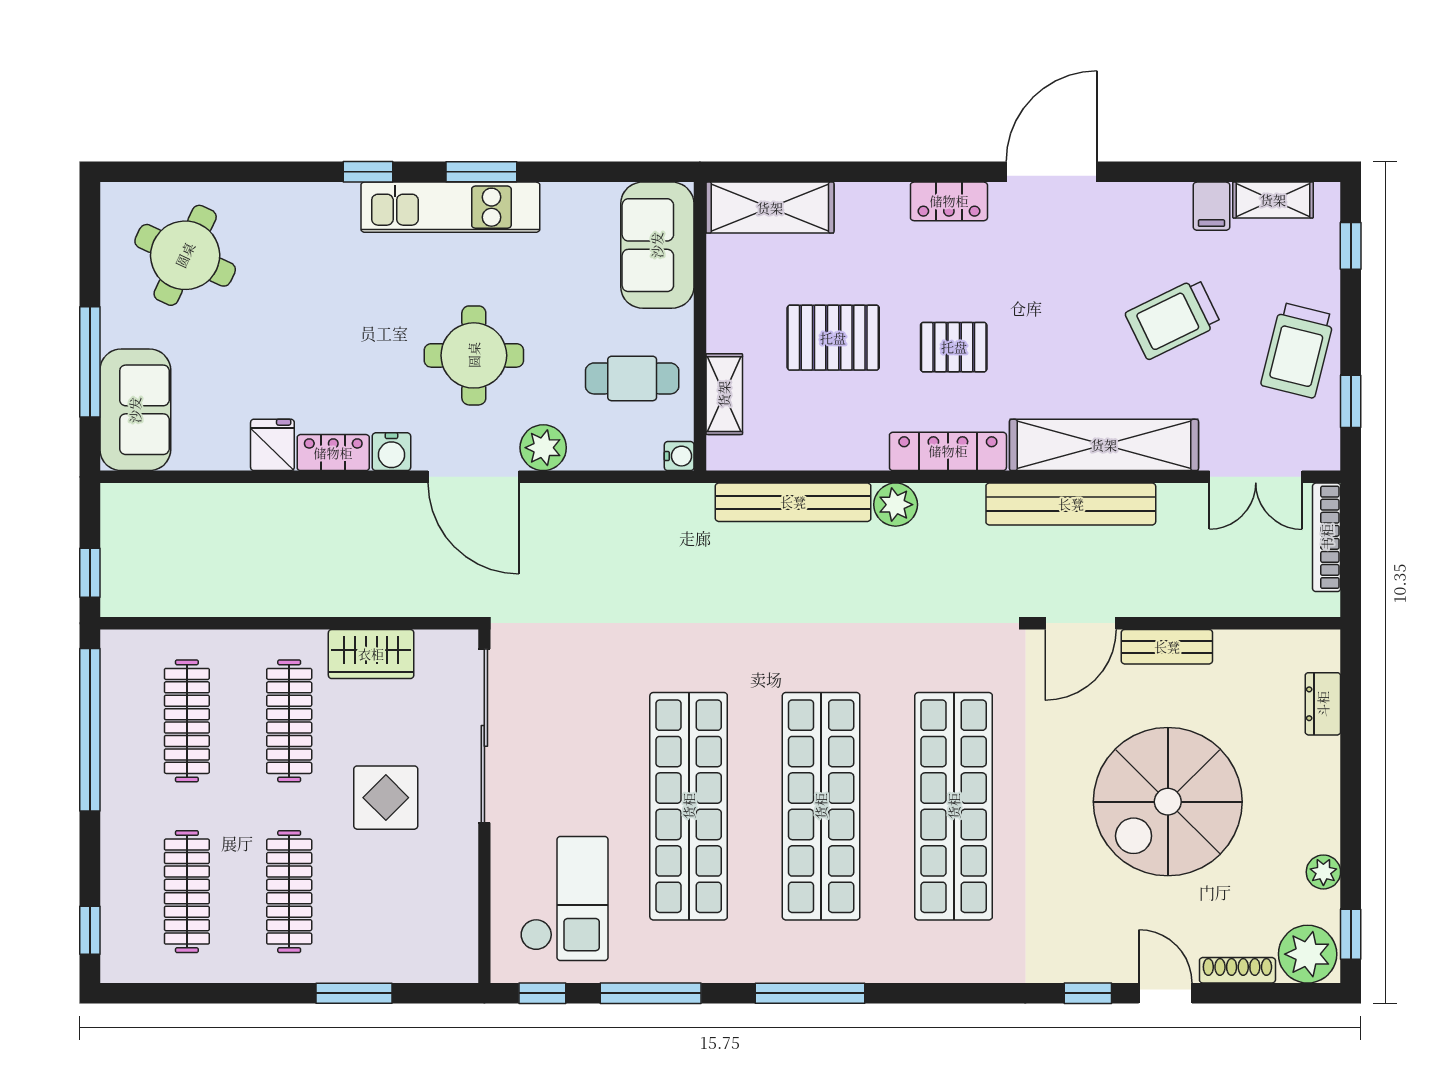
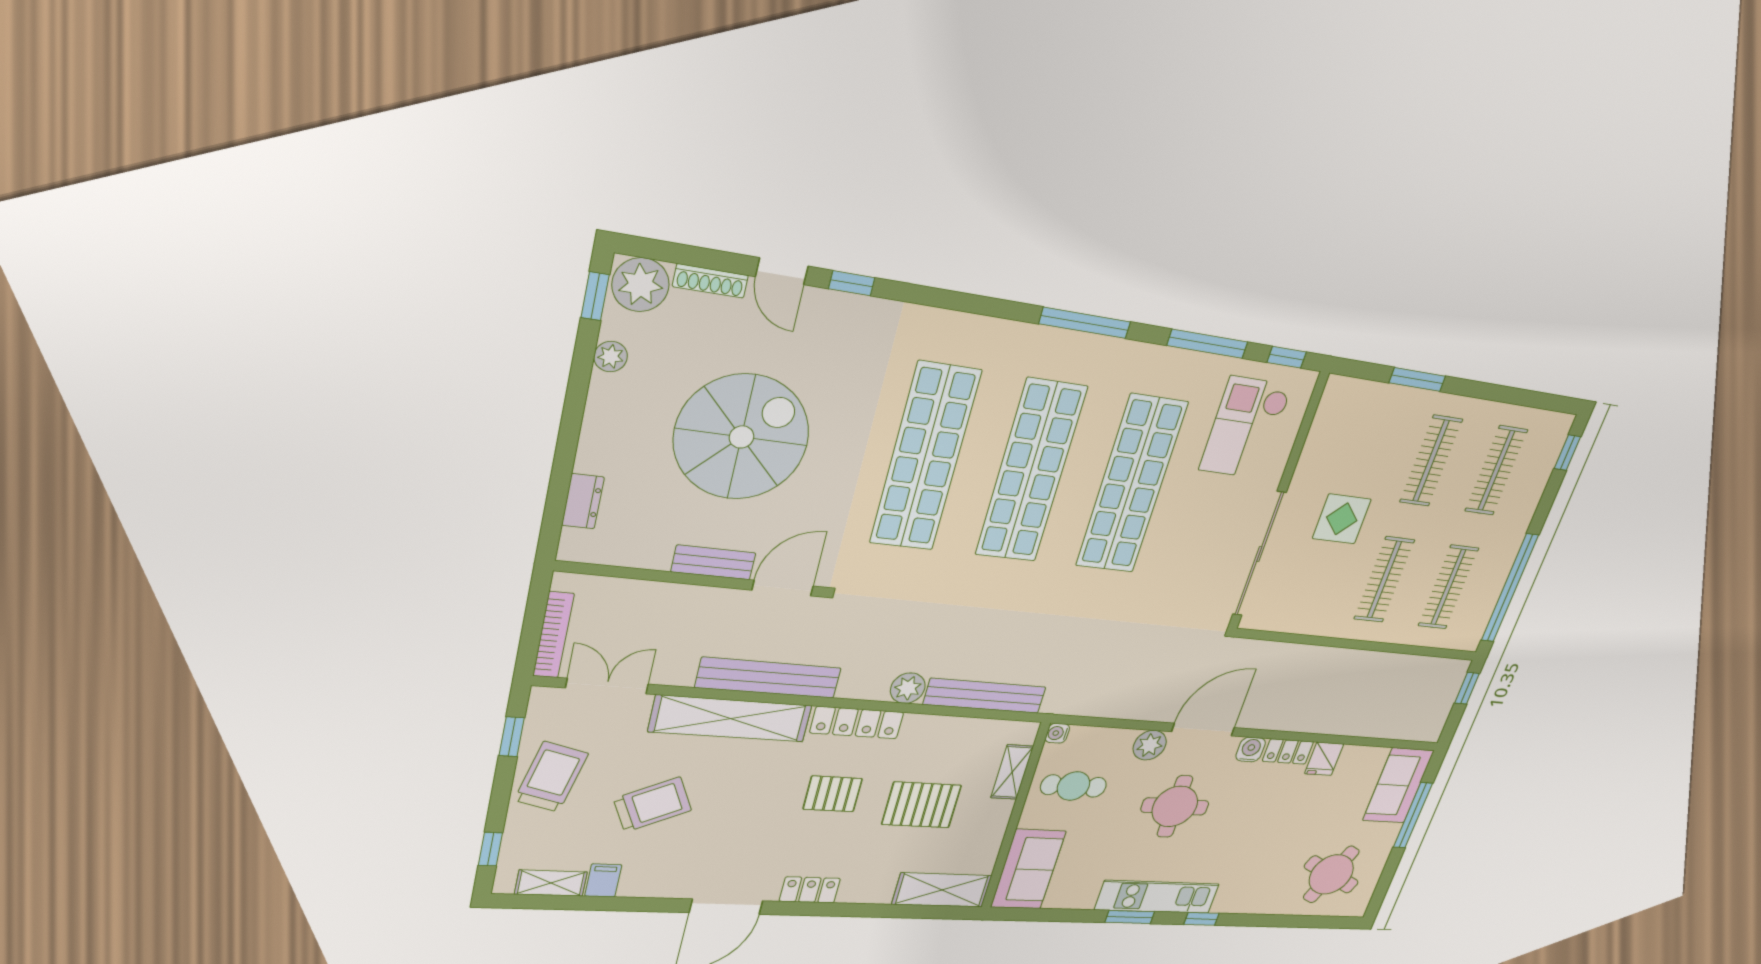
door: (473, 477) -> (1203, 730), hinge flipped
wardrobe: (371, 654) -> (1314, 619), removed

